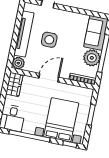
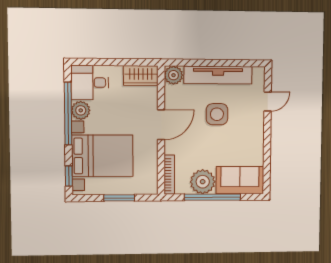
door: (49, 78) -> (161, 125), hinge flipped
plant: (29, 127) -> (81, 110), added

